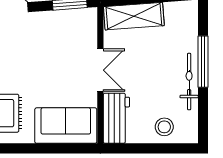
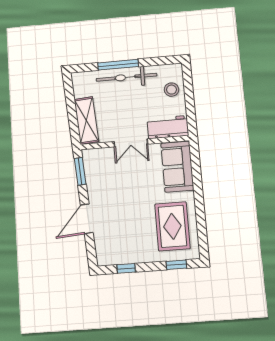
double door: (100, 70) -> (131, 143), swing flipped
bicycle: (189, 82) -> (126, 77), width x1.37, depth x1.40

